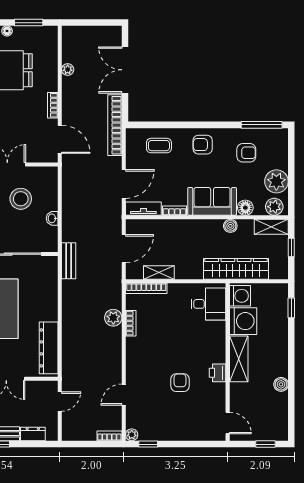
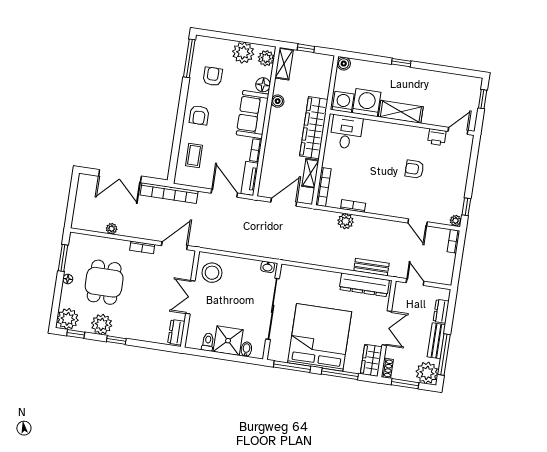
stool: (21, 199) -> (212, 273), moved
washbasin: (52, 218) -> (268, 267), moved
door: (124, 249) -> (284, 202), hinge flipped
bench: (69, 261) -> (371, 267), moved
wardrobe: (236, 269) -> (314, 128), moved
window: (291, 308) -> (401, 63), moved
printer: (218, 373) -> (437, 137), moved
boiler: (281, 384) -> (344, 64), moved

